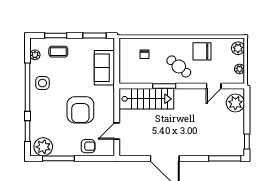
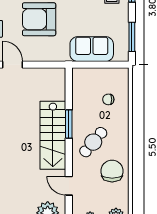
stairs: (146, 99) -> (53, 135), moved

